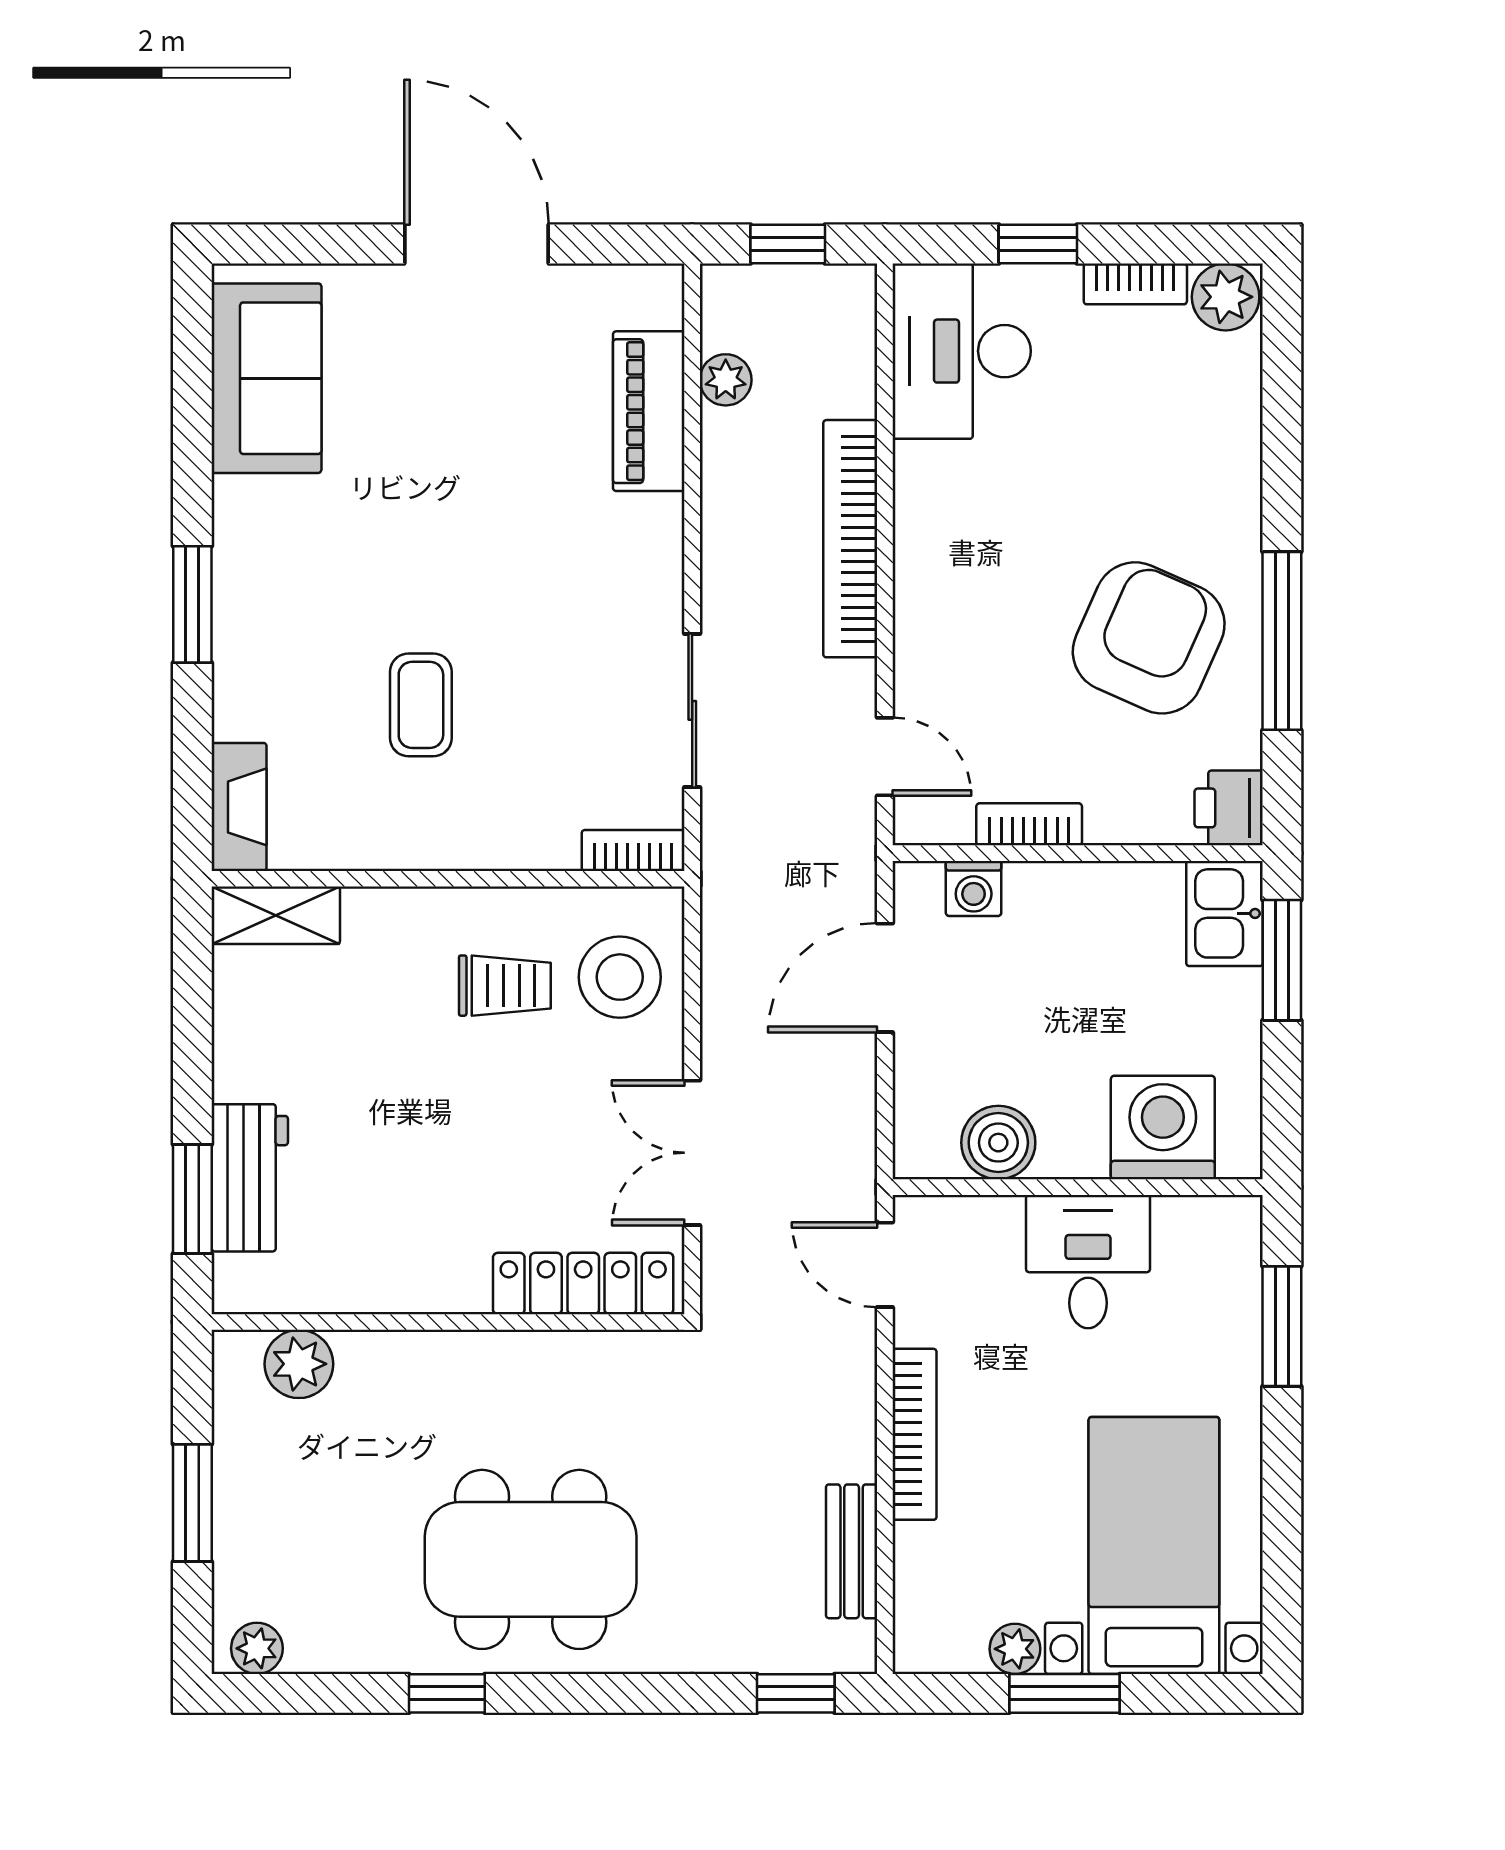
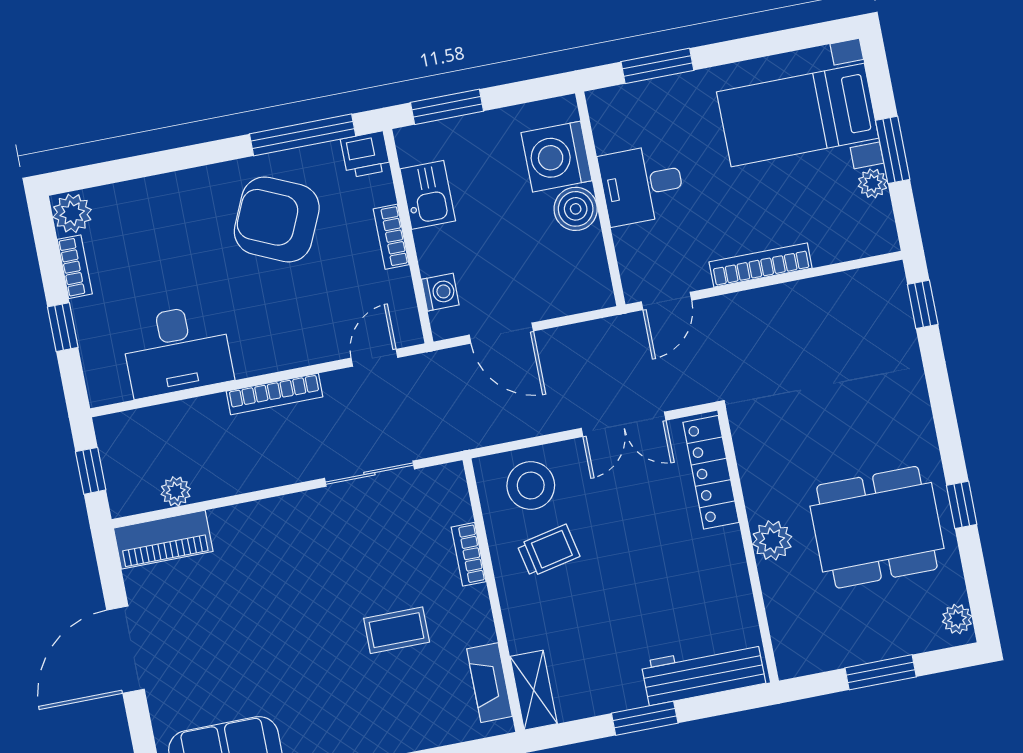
desk: (962, 351) -> (177, 350), moved
piano: (649, 411) -> (163, 540), moved
bookcase: (850, 539) -> (274, 394), width x0.68, depth x0.76
window: (1282, 641) -> (303, 135), moved
fireplace: (239, 807) -> (489, 683), moved, turned -90
bookcase: (1029, 824) -> (391, 237), moved
bookcase: (633, 850) -> (469, 554), moved
kitchen sink: (1224, 913) -> (428, 195), moved, turned -90
trolley: (505, 986) -> (548, 551), turned 78
boiler: (998, 1143) -> (576, 209), moved
workbench: (250, 1178) -> (703, 673), width x1.38
window: (192, 1199) -> (645, 718), moved
plant: (299, 1364) -> (772, 540), moved
bench: (852, 1551) -> (835, 288), removed
dining table: (531, 1559) -> (877, 527), moved, turned 90

